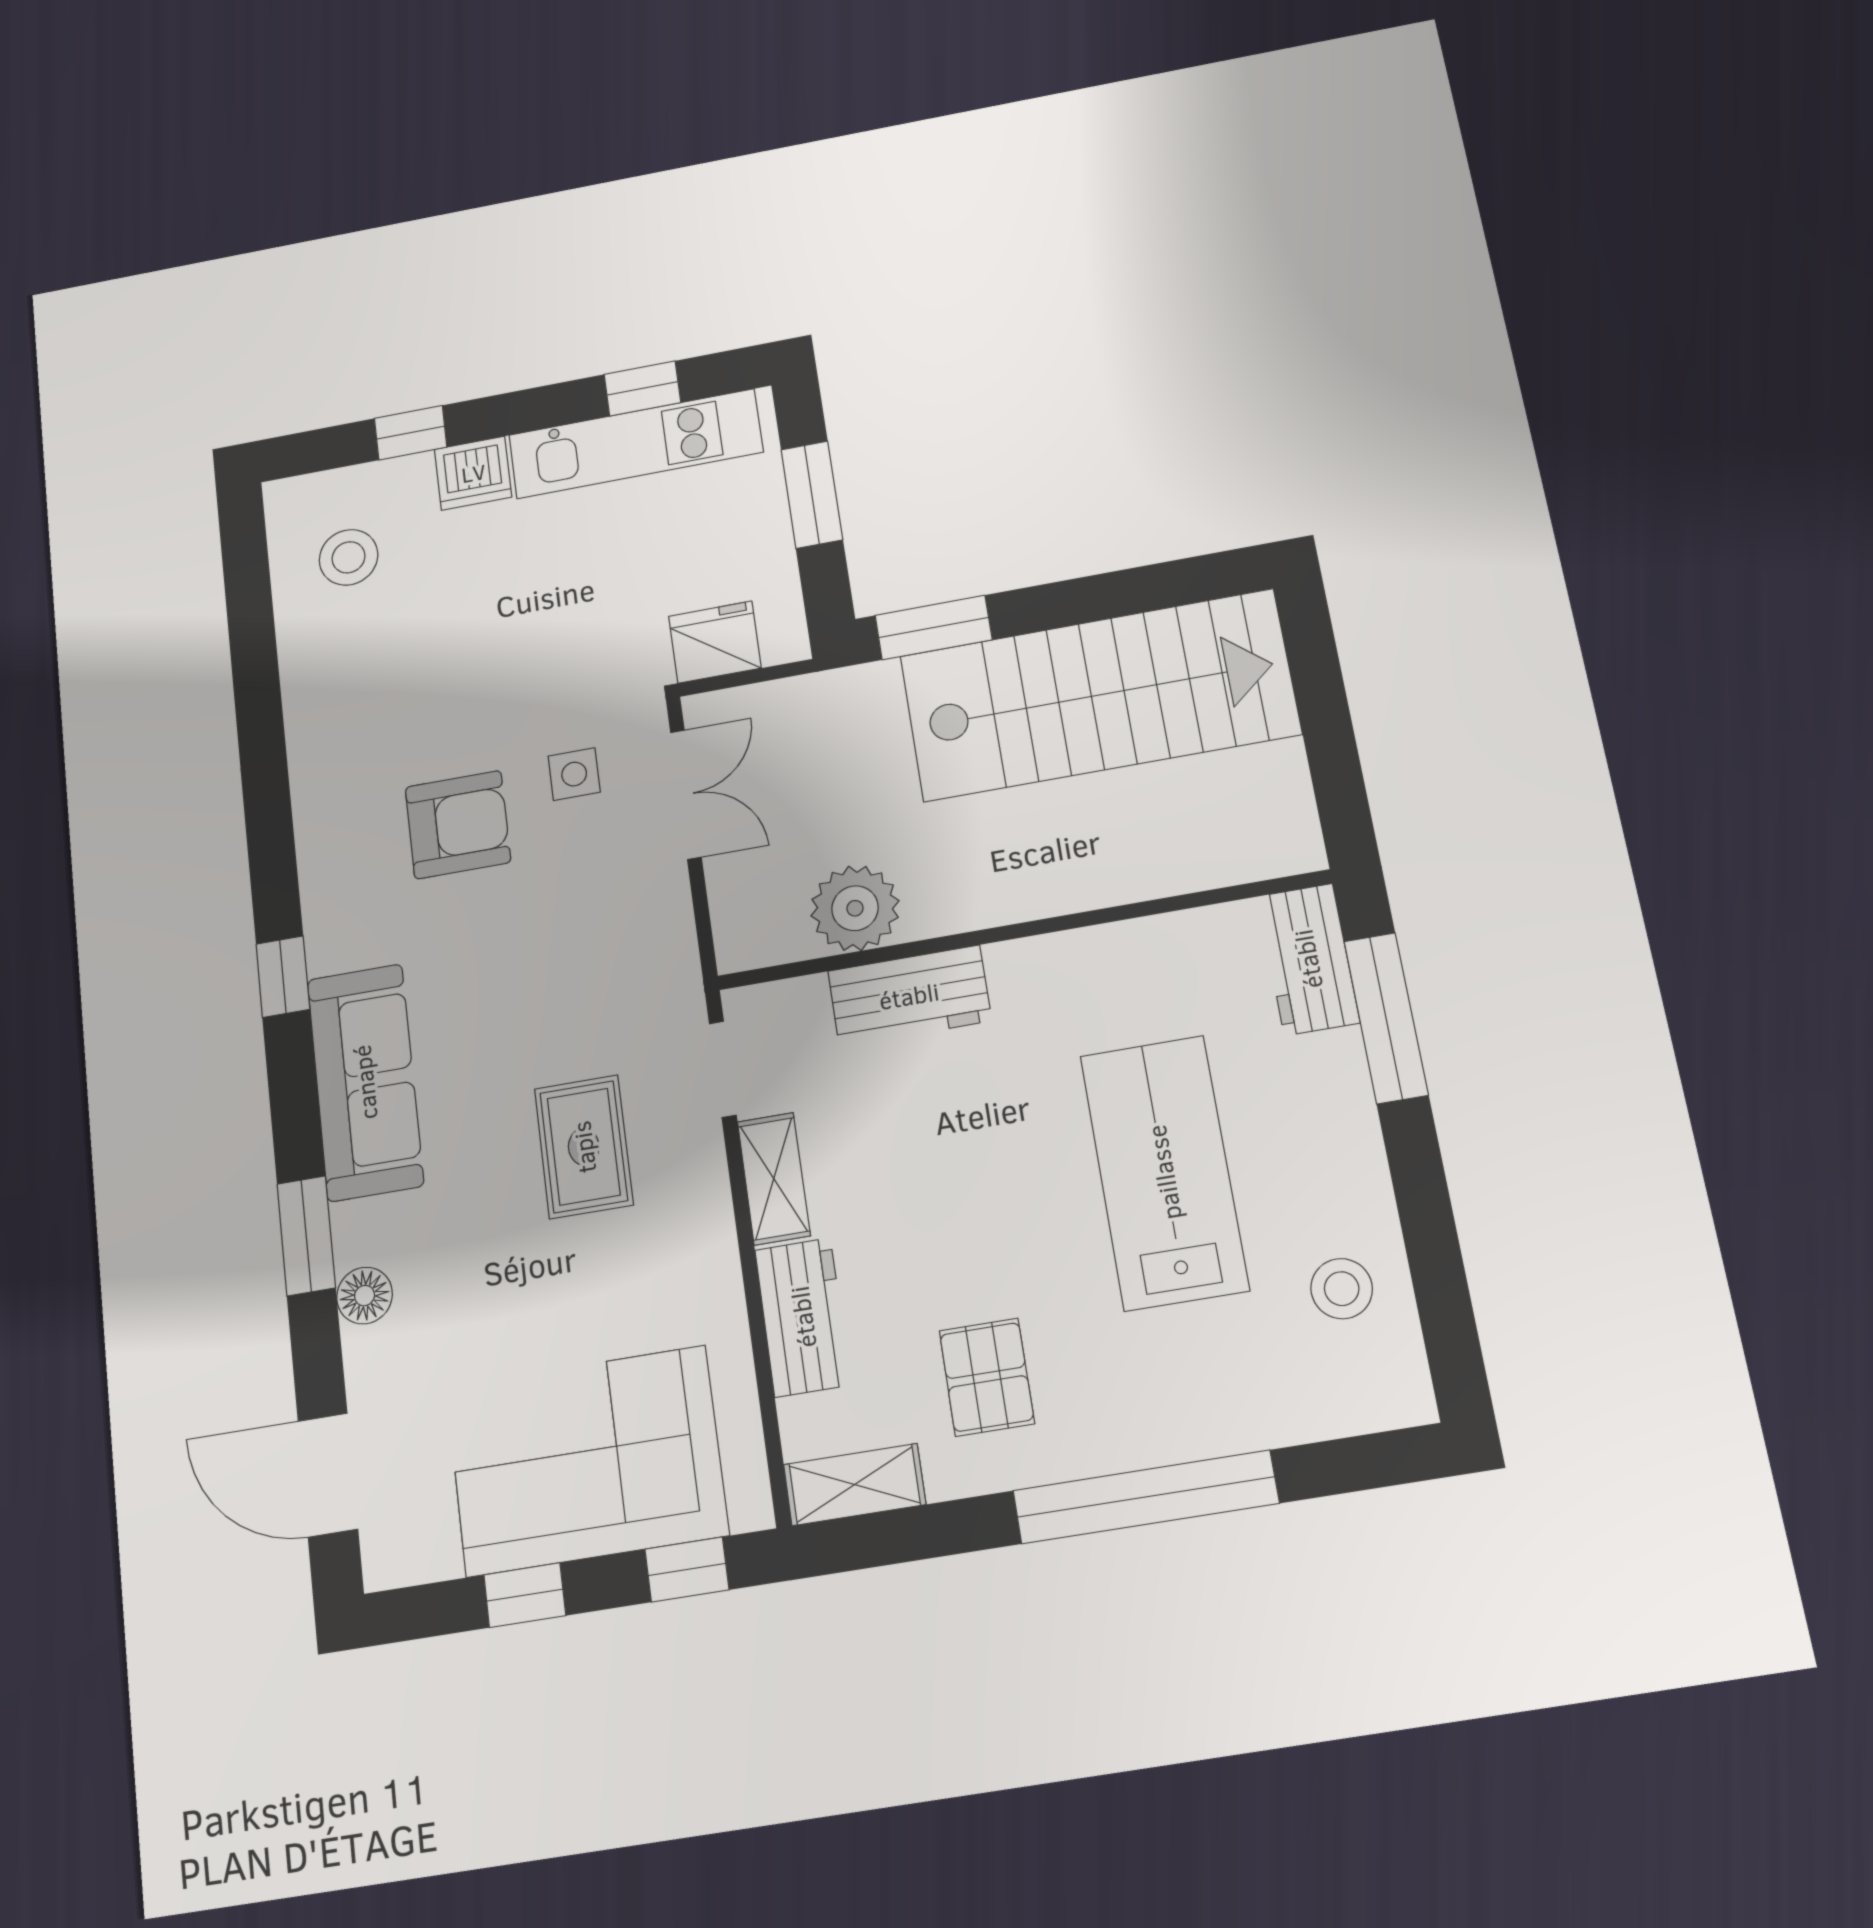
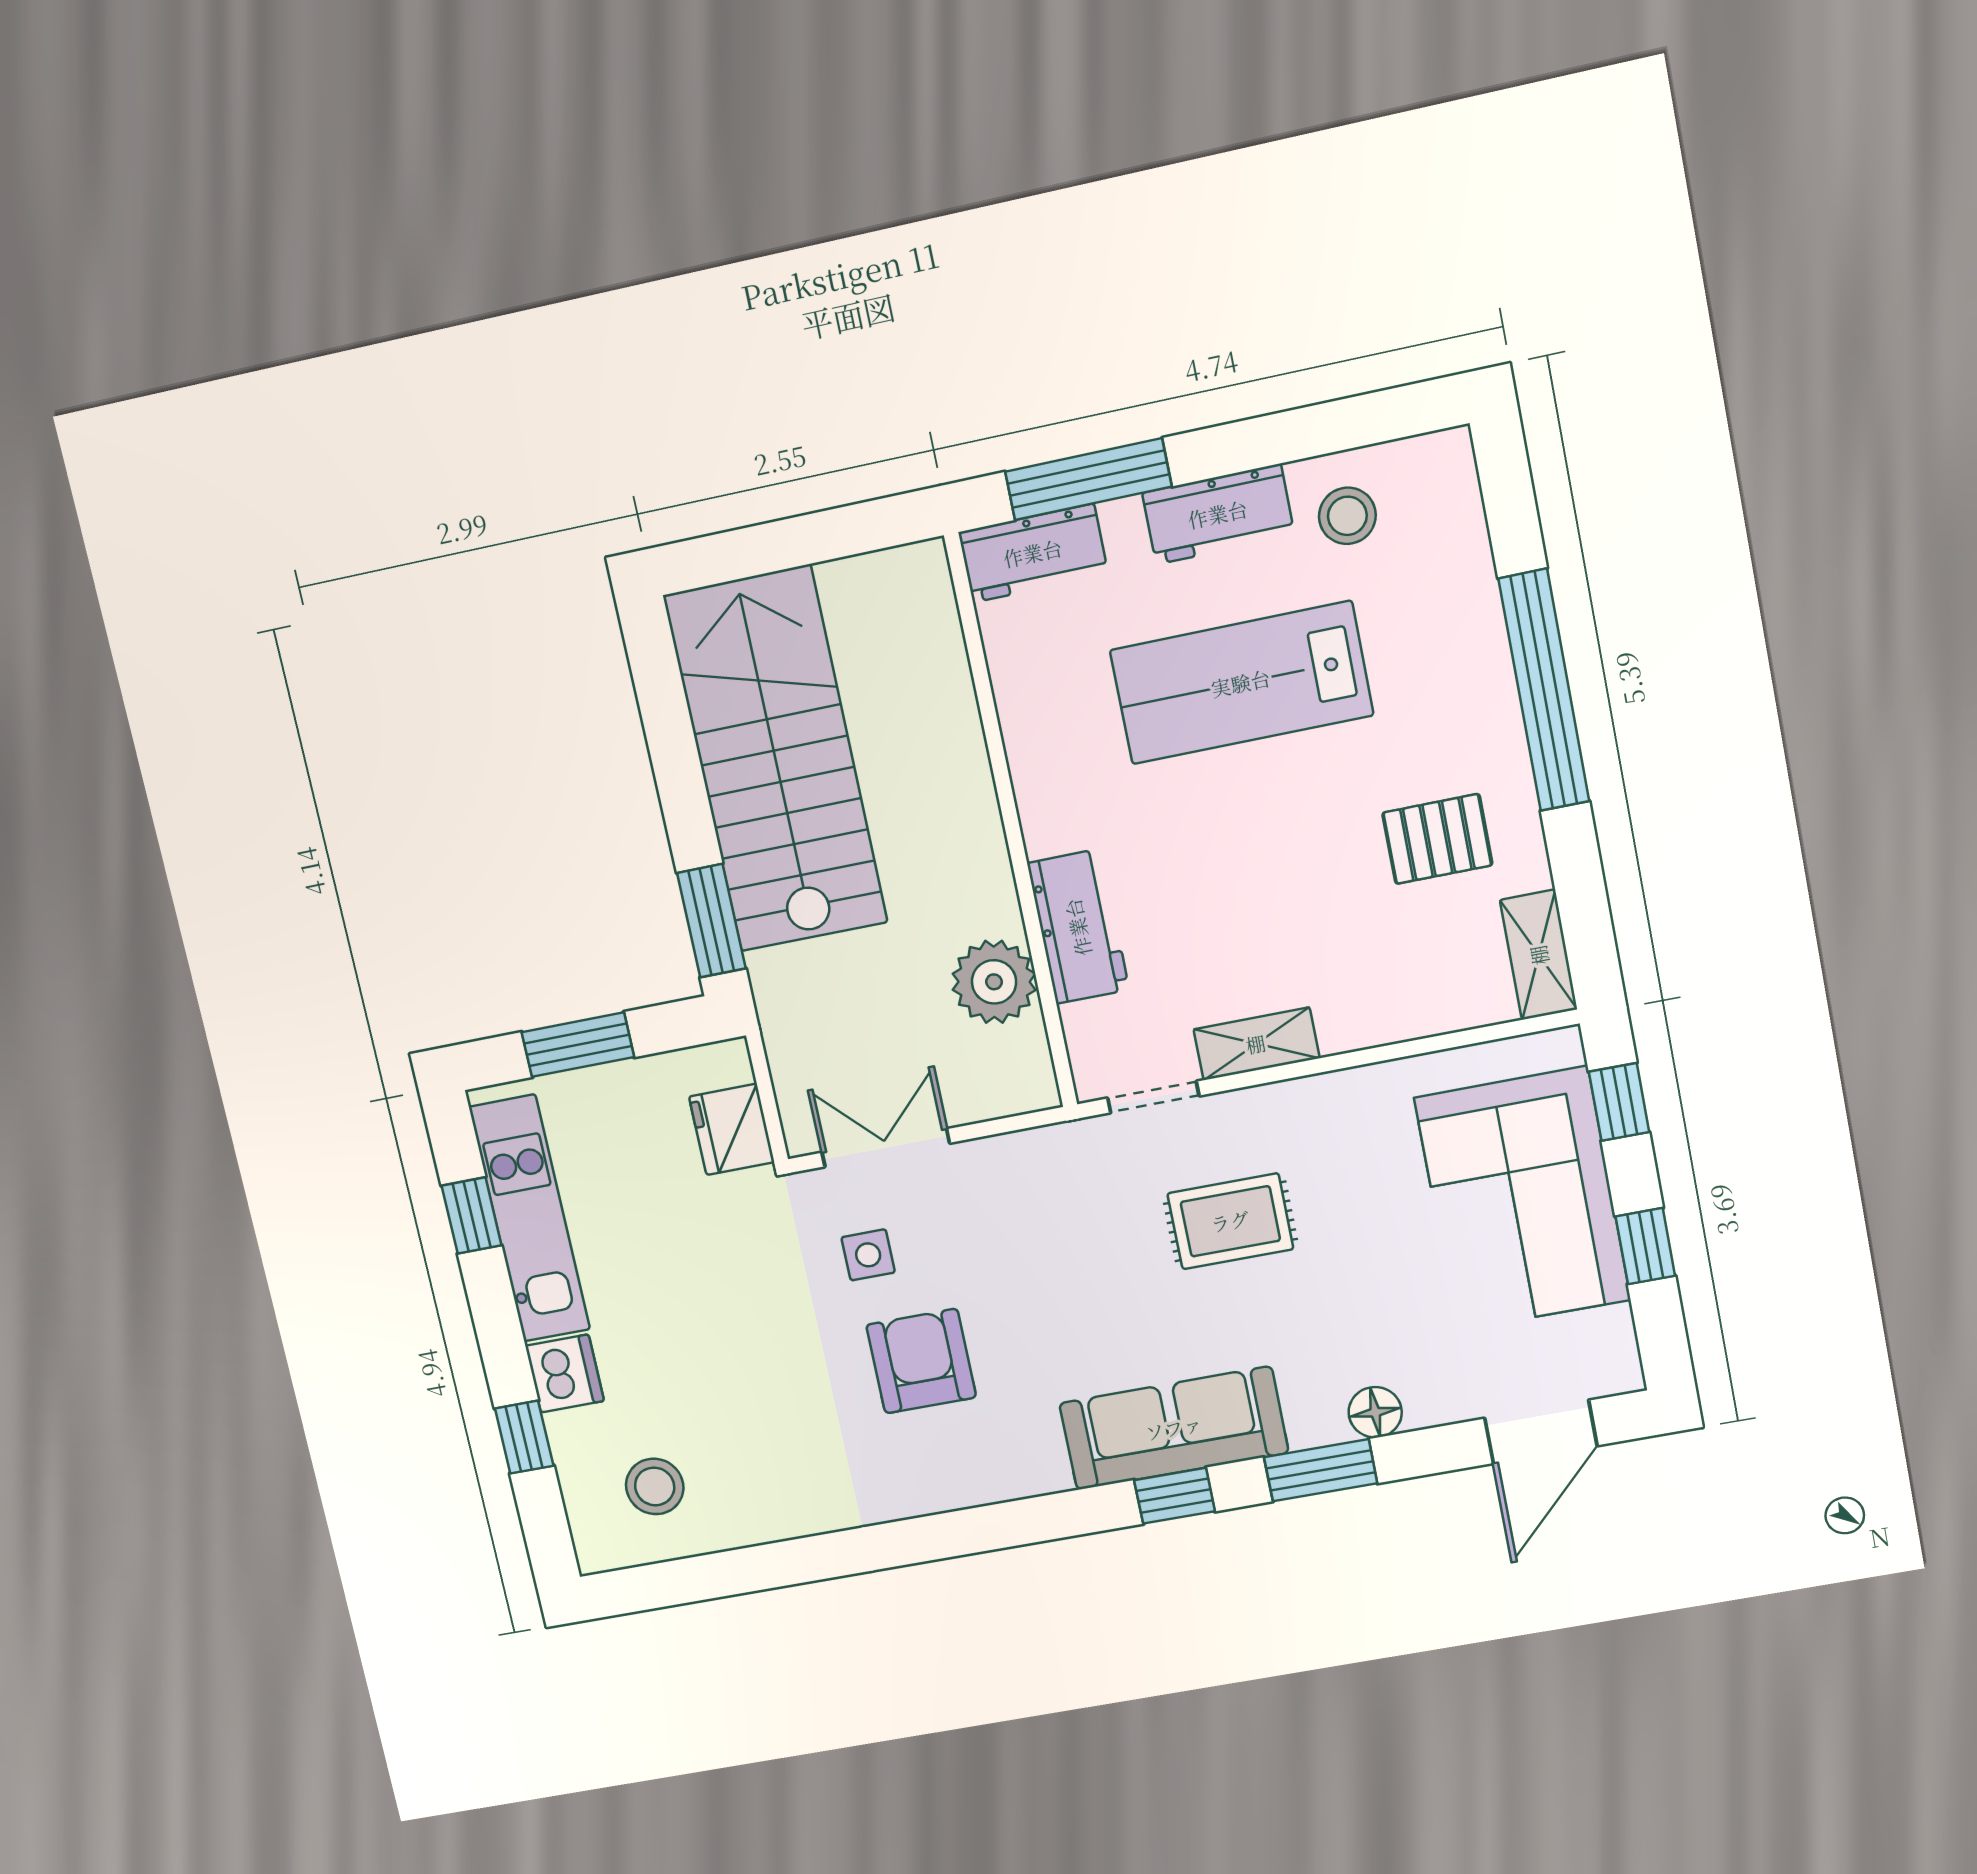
window: (283, 977) -> (1175, 1496), moved
workbench: (803, 1317) -> (1218, 514), moved, turned 180

